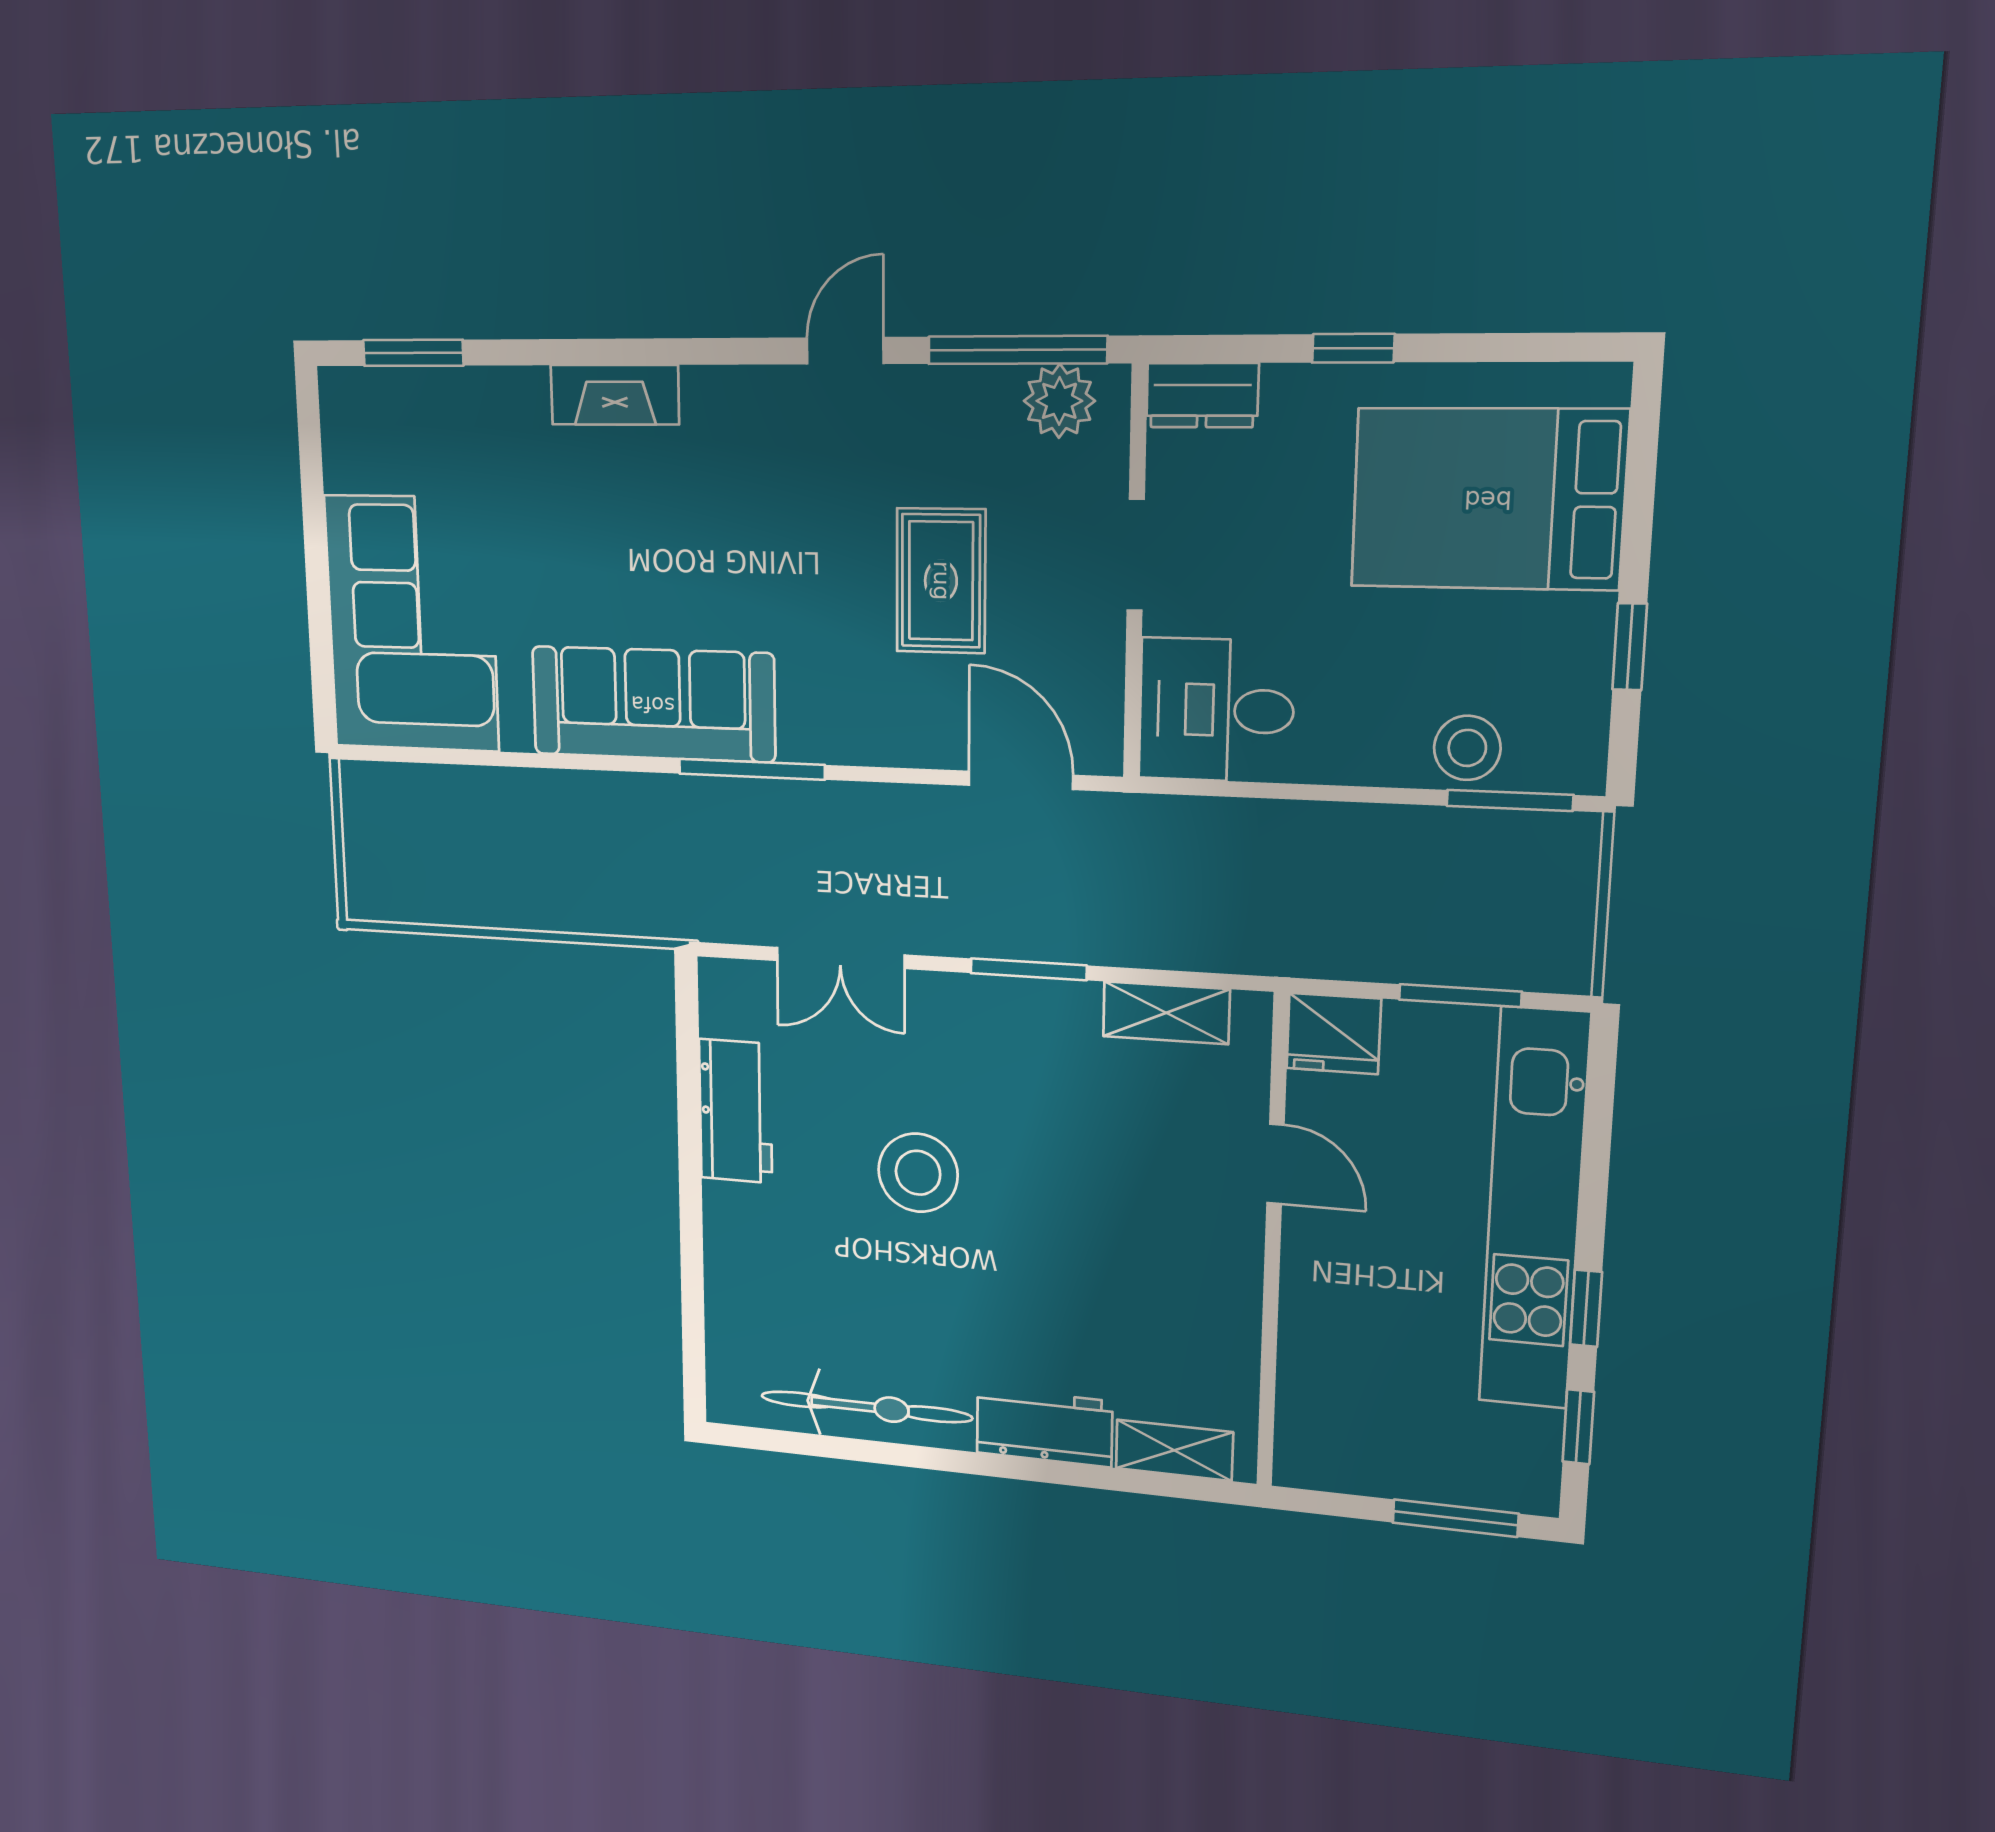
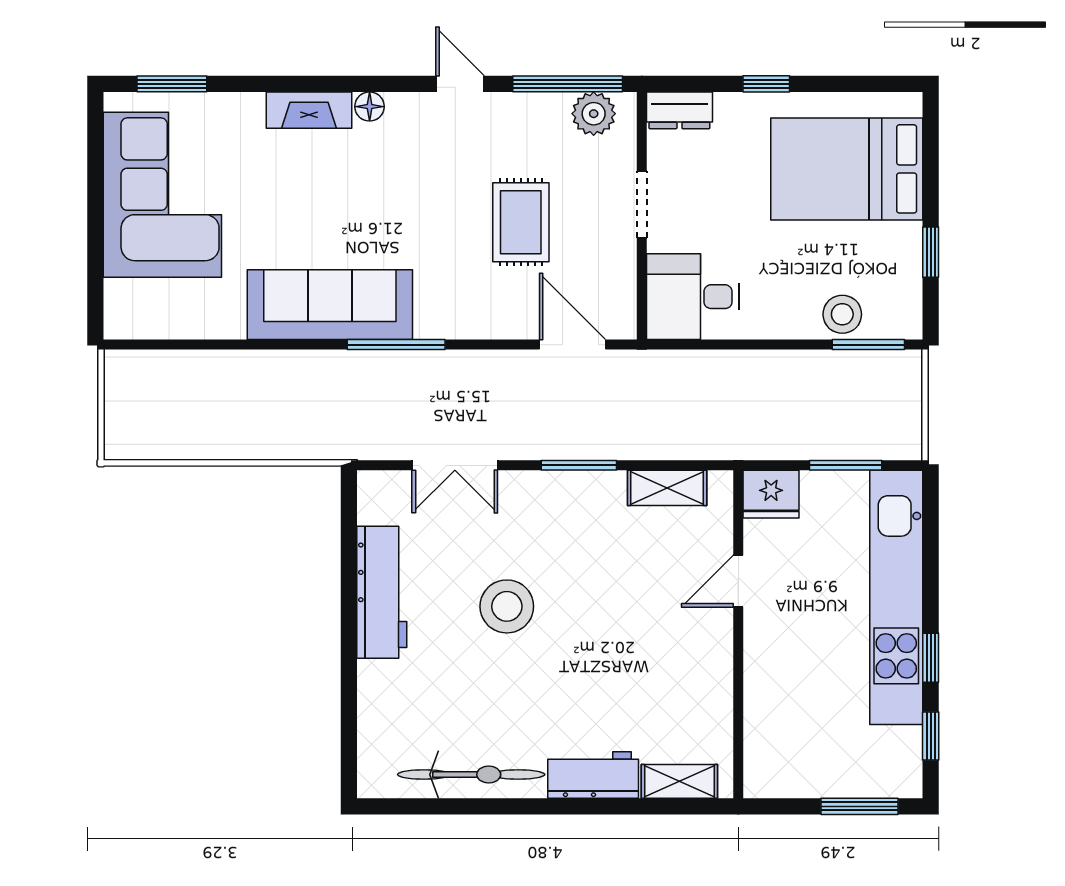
door: (845, 351) -> (460, 84), hinge flipped
floor lamp: (706, 389) -> (370, 107), added
corner sofa: (412, 624) -> (162, 195), moved
workbench: (736, 1111) -> (382, 592), width x1.38
door: (1275, 1164) -> (738, 581), swing flipped

